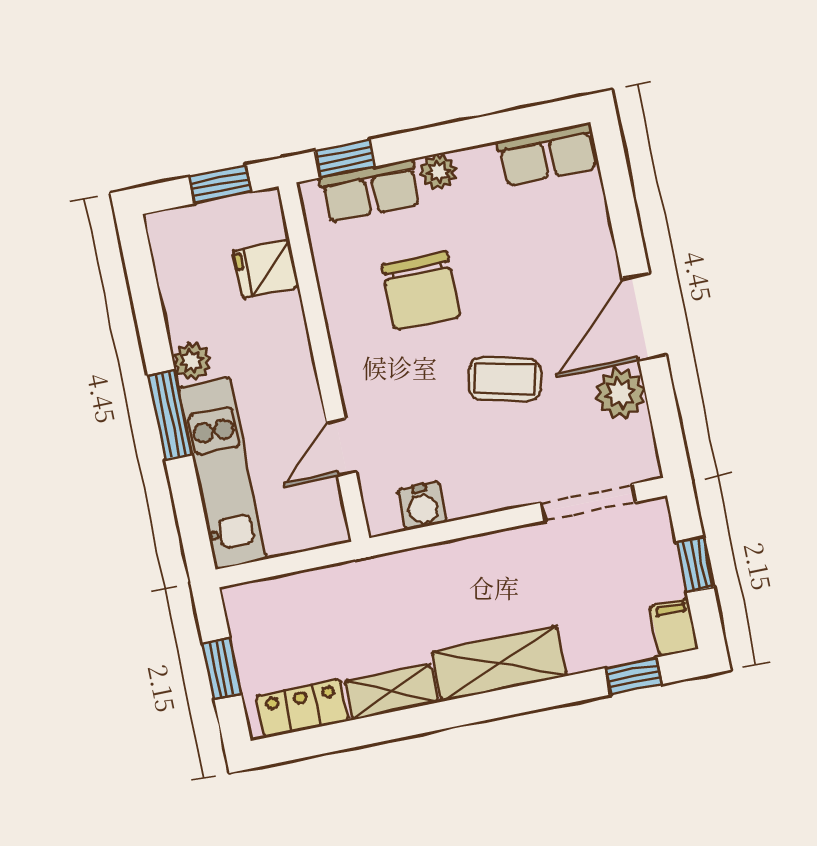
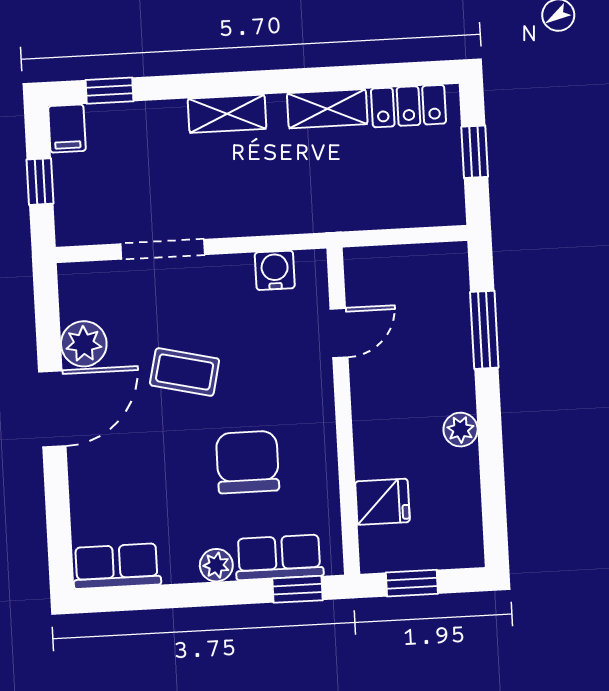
window: (170, 415) -> (484, 330), moved
kitchen unit: (222, 473) -> (448, 326), removed
doorway: (588, 502) -> (163, 249), moved
shelving: (499, 664) -> (227, 114), width x0.67, depth x0.75

